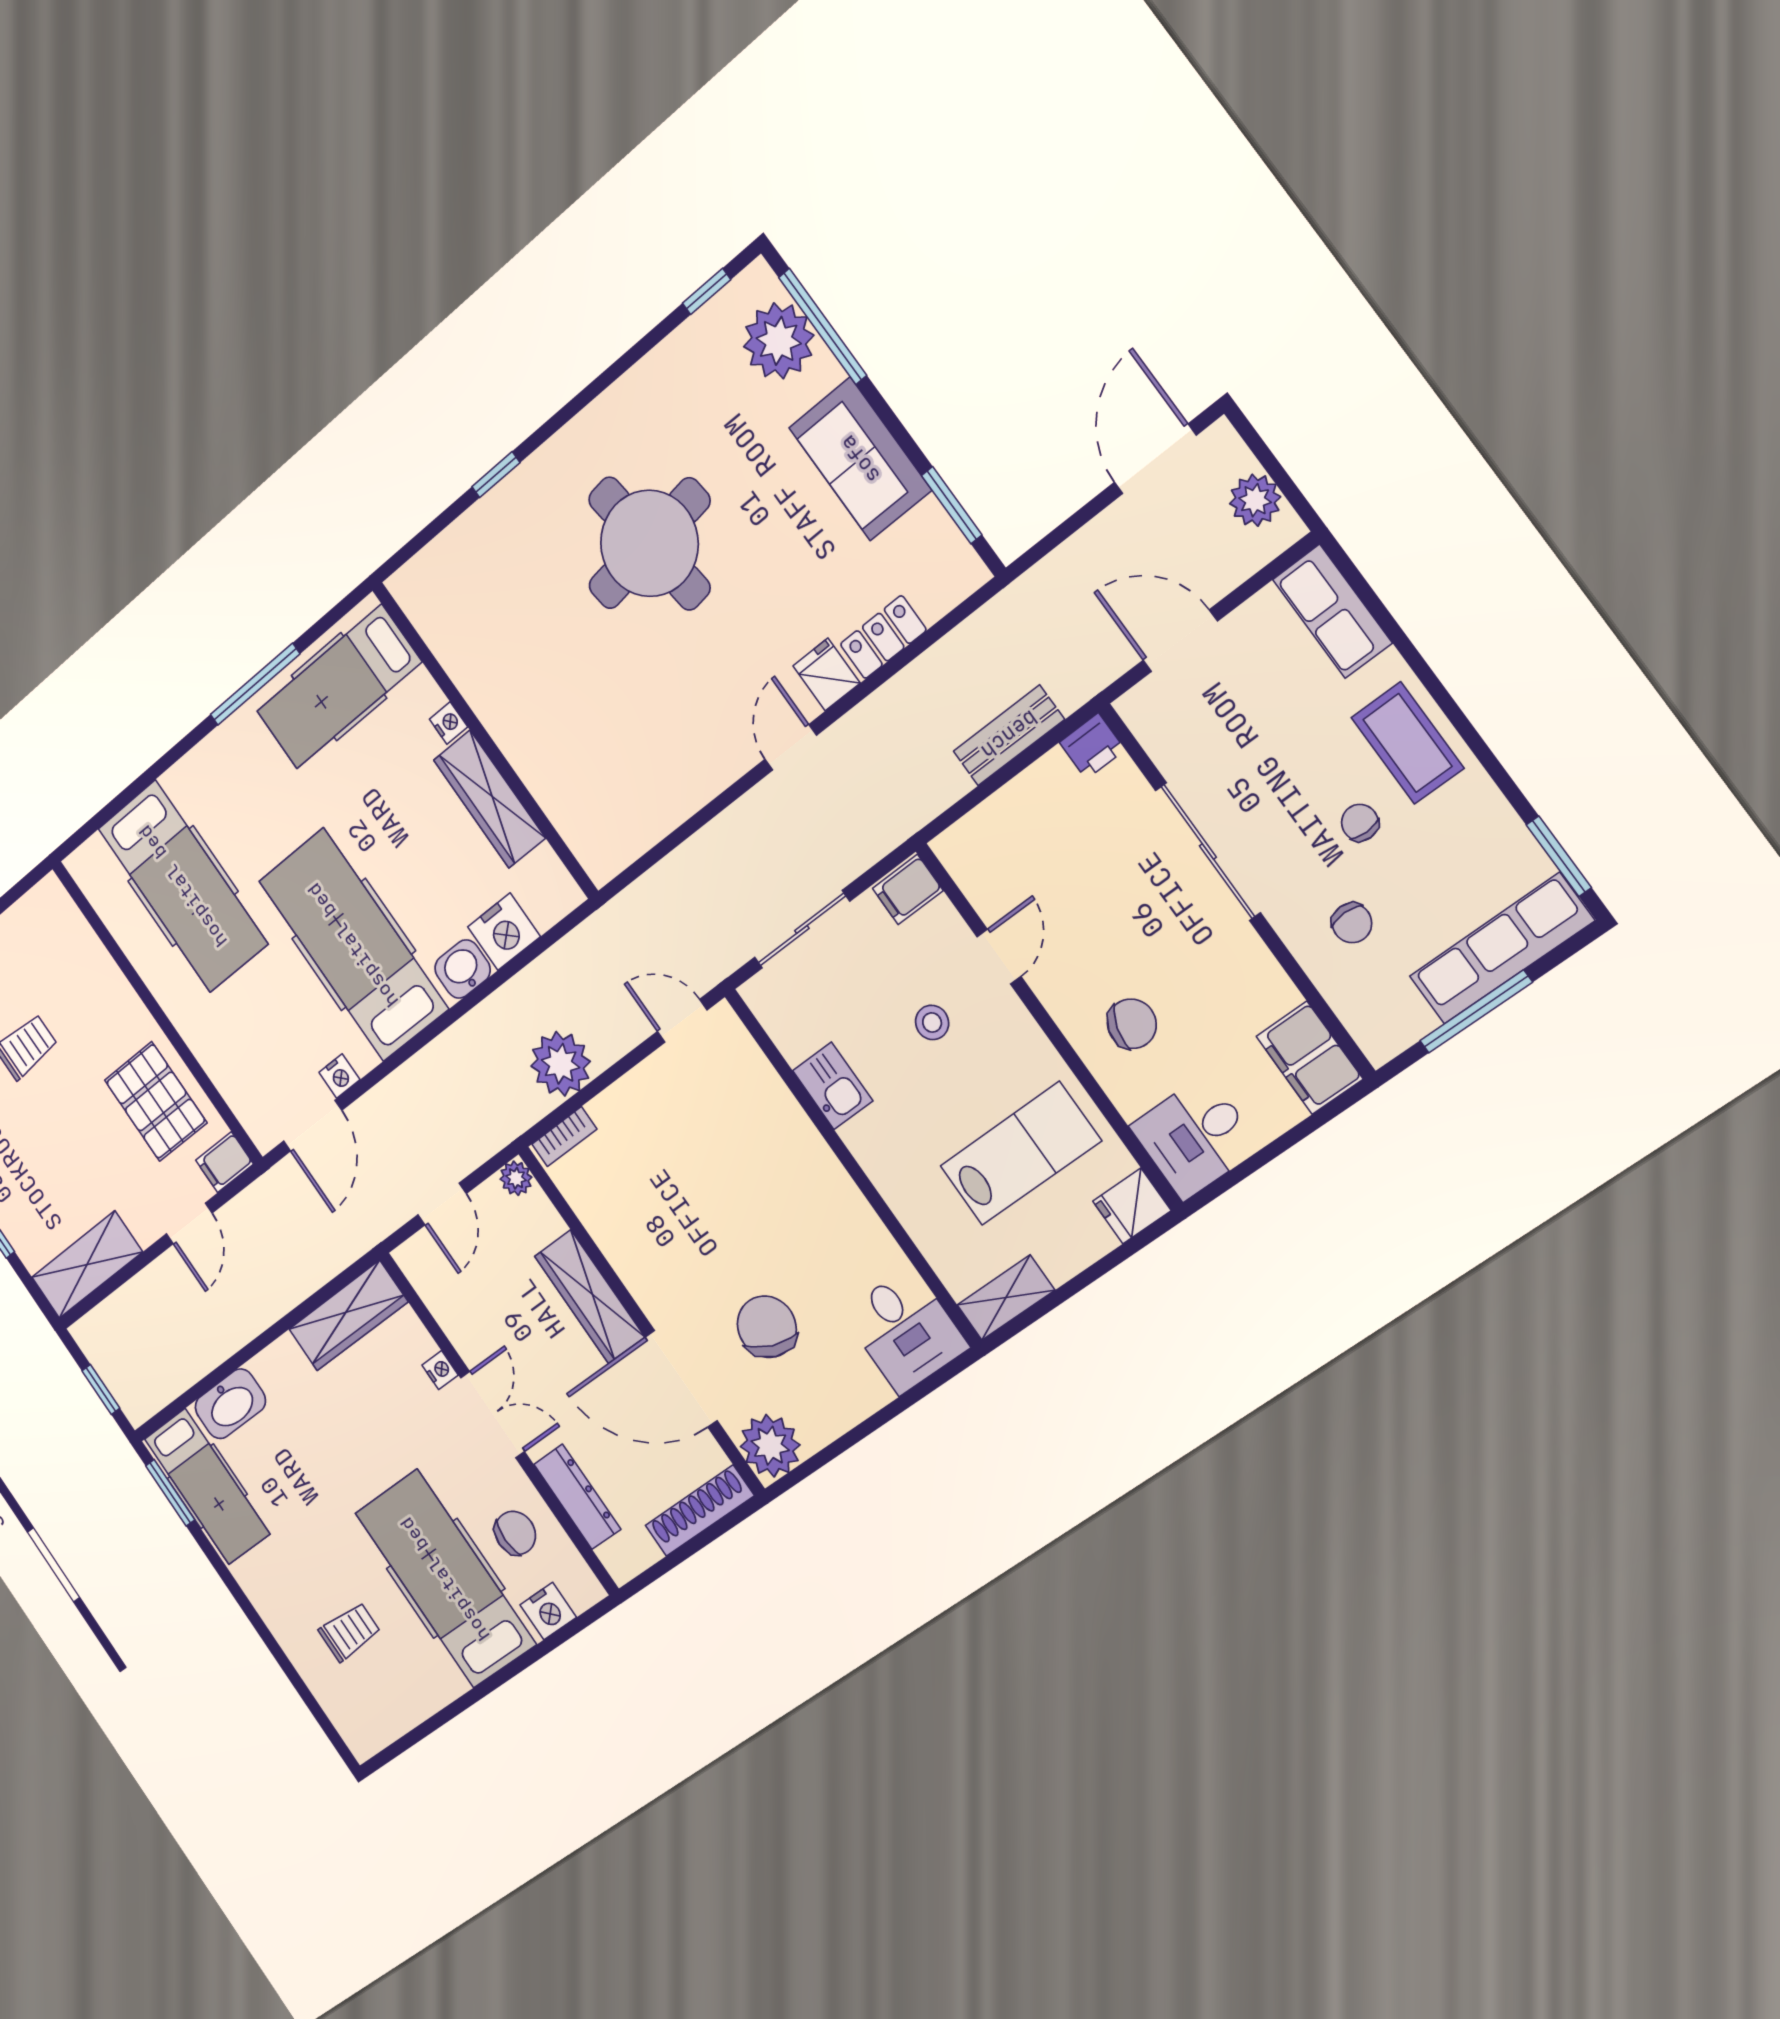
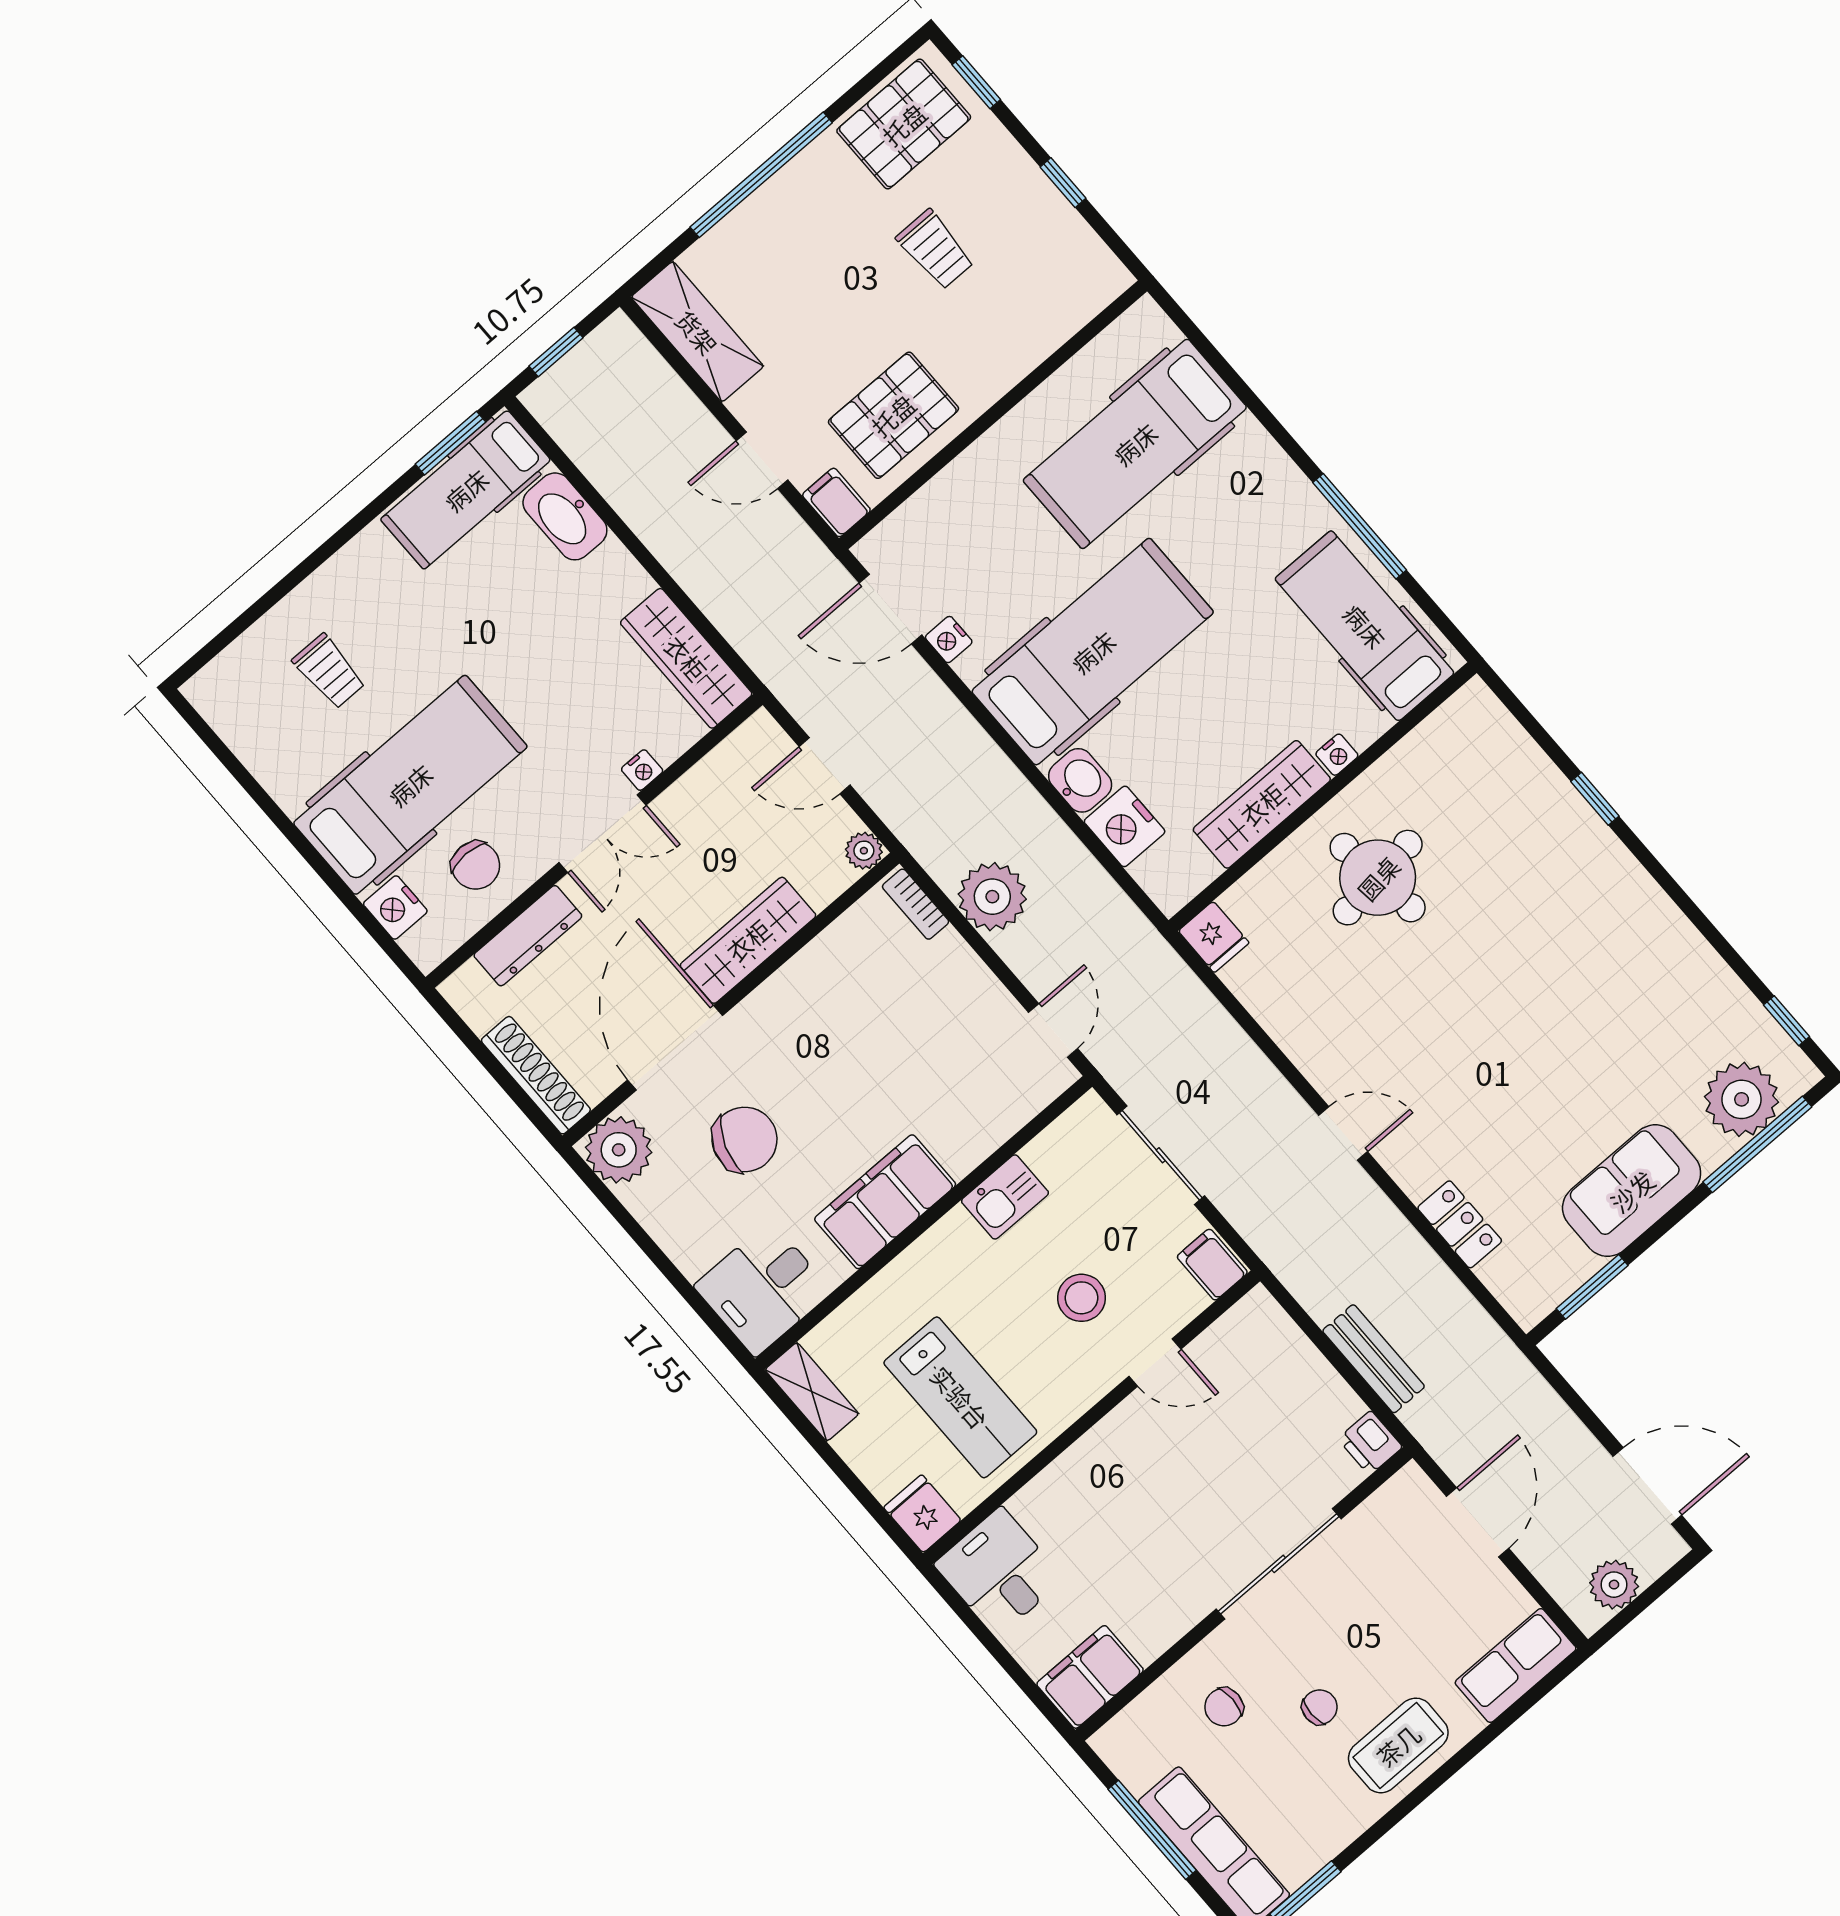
round table: (649, 543) -> (1378, 878), moved, width x0.73, depth x0.73
fridge: (827, 674) -> (1214, 937), moved, turned 90
stool: (932, 1022) -> (1082, 1298), width x1.37, depth x1.37
chair: (1132, 1024) -> (1103, 1501), removed
filing cabinet: (831, 1202) -> (885, 1202), added

